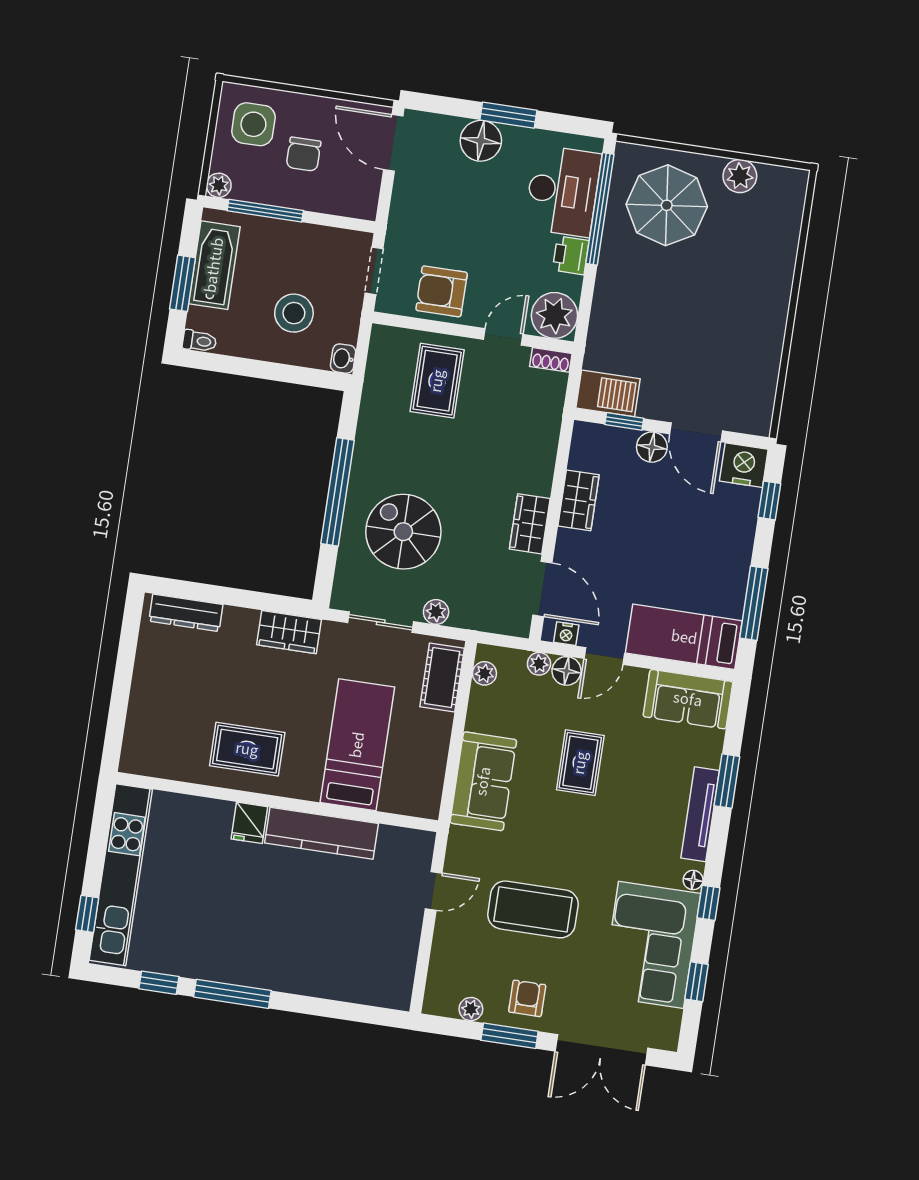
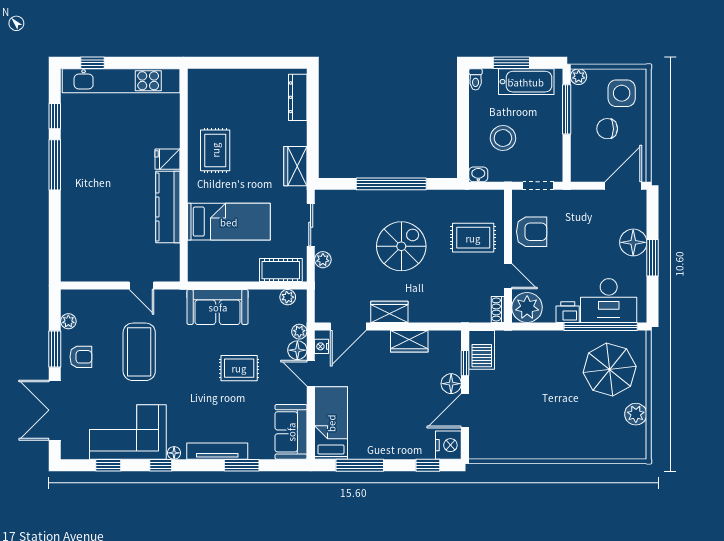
armchair: (442, 291) -> (532, 232), turned 90
spiral stairs: (403, 532) -> (401, 246), moved

